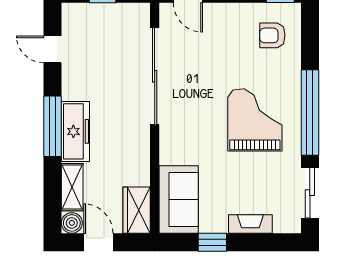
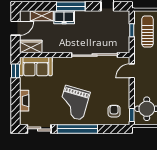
grand piano: (255, 120) -> (74, 103), turned 106
freezer: (75, 131) -> (64, 17), width x0.71
boiler: (72, 223) -> (25, 16), removed
window: (212, 242) -> (16, 71), moved

